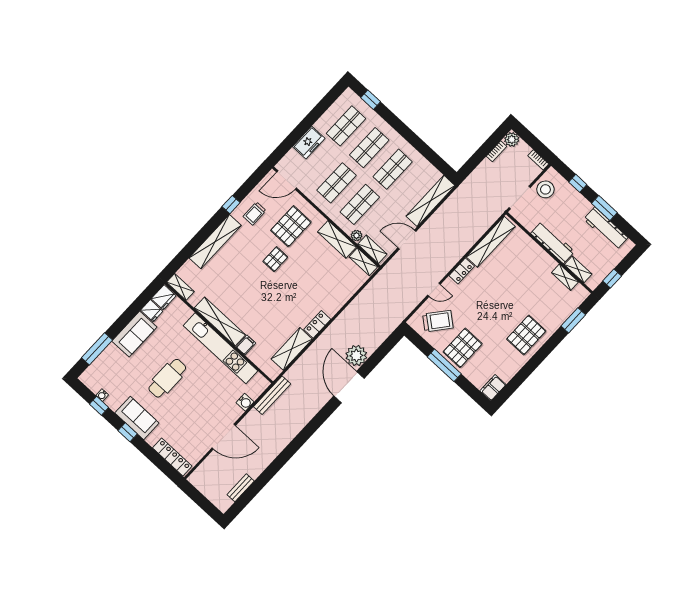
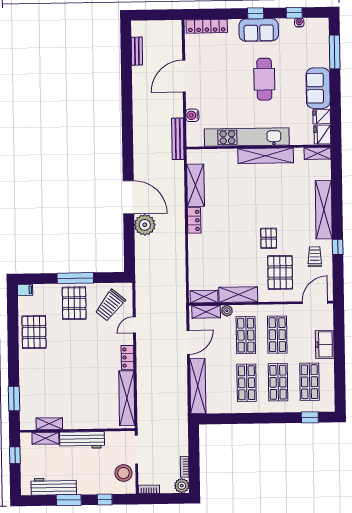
pallet: (526, 335) -> (34, 332), moved
filing cabinet: (246, 345) -> (231, 157), removed
filing cabinet: (493, 388) -> (25, 290), width x0.50

